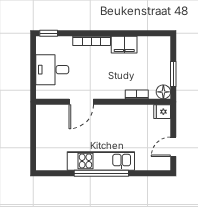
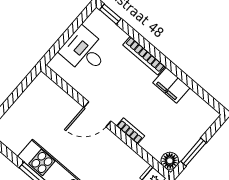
bookcase: (137, 94) -> (131, 131), moved
door: (81, 102) -> (97, 114), moved

